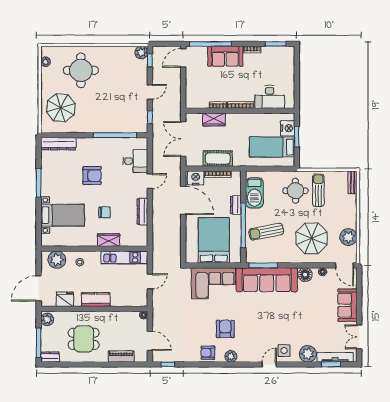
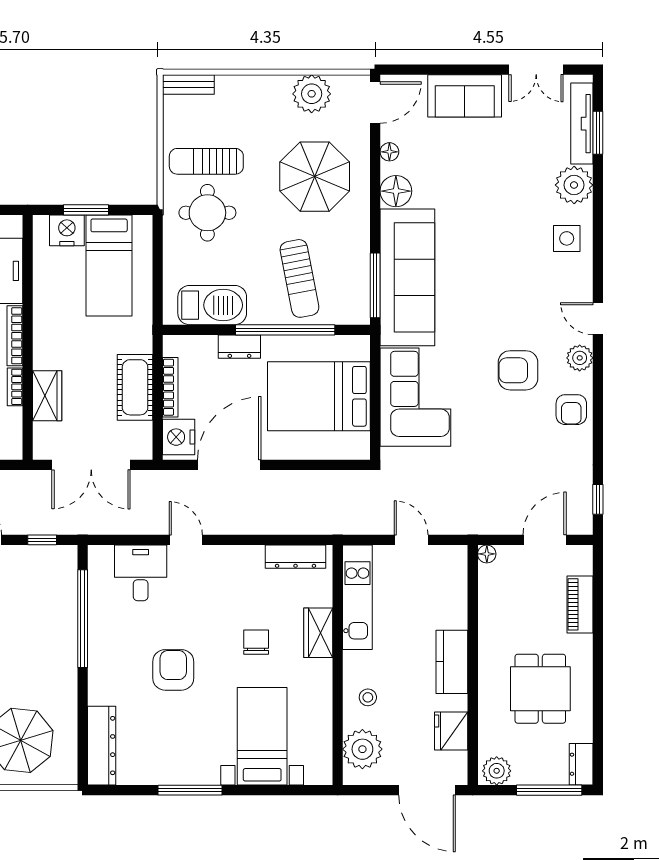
dresser: (142, 212) -> (295, 557), moved
door: (269, 364) -> (598, 319), moved

